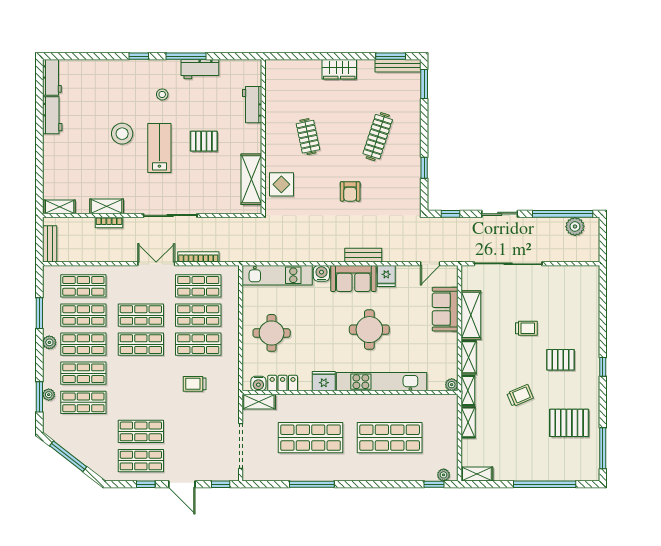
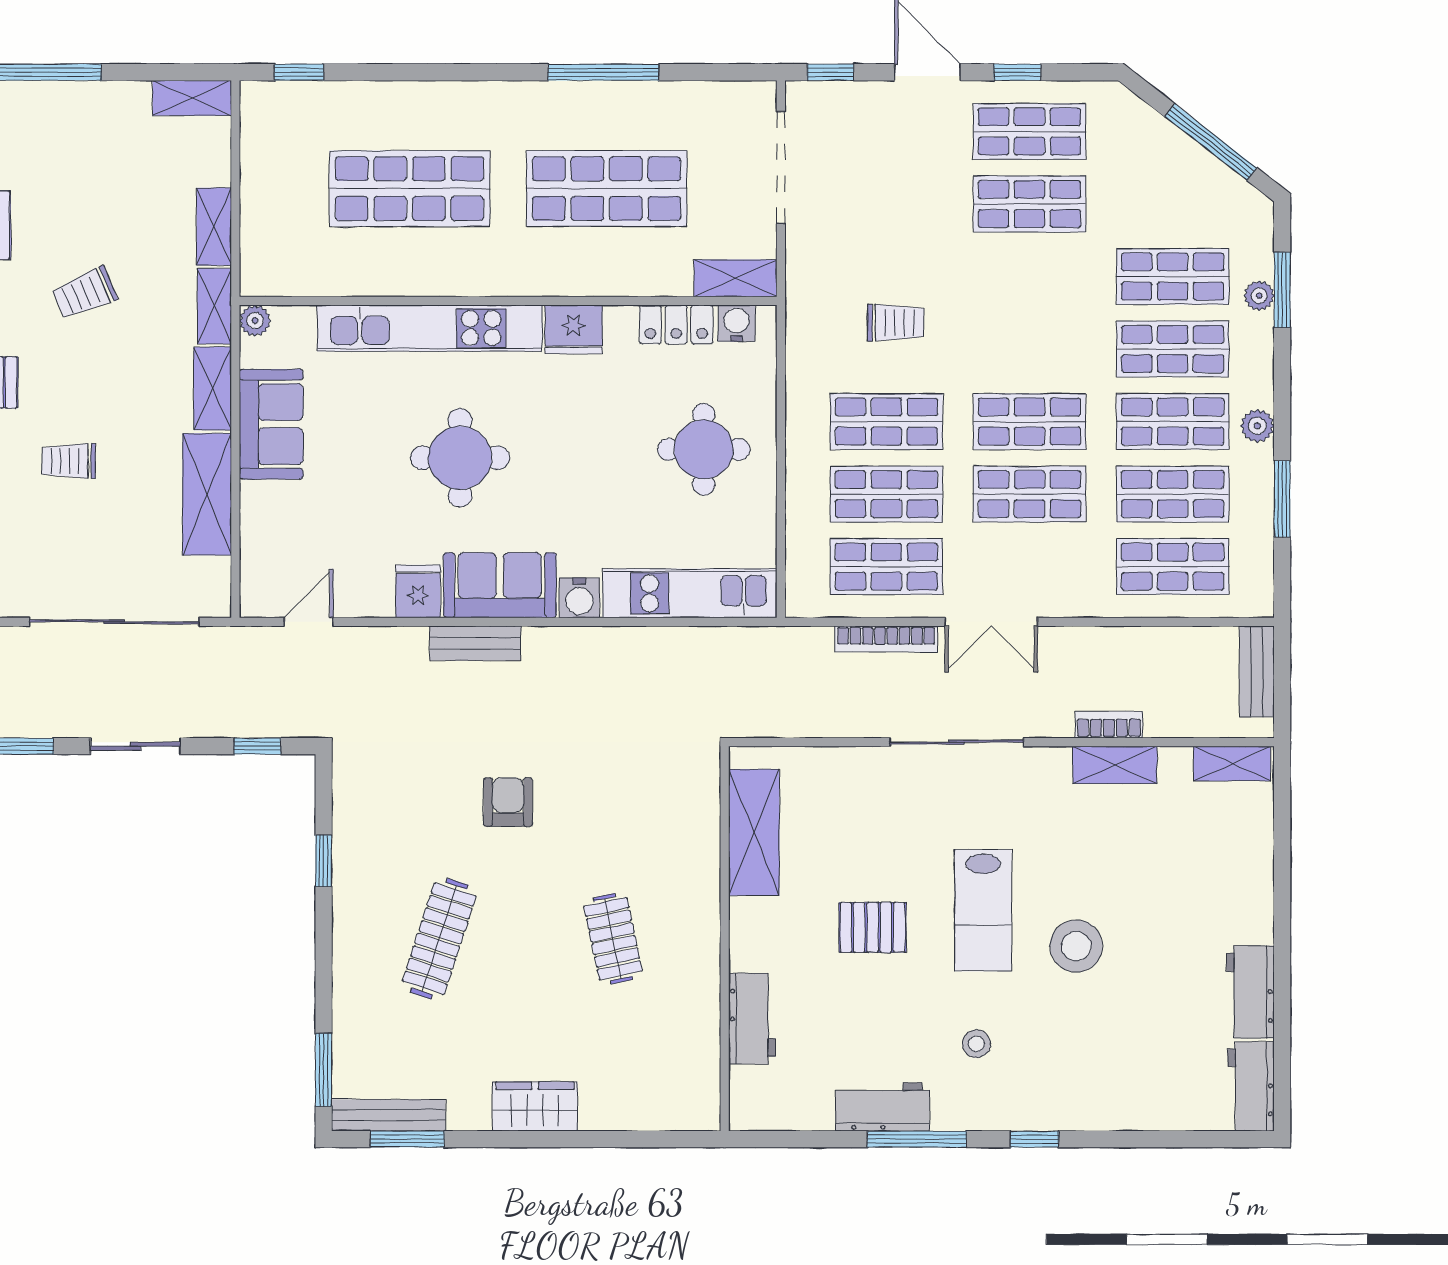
display table: (281, 184) -> (679, 820), removed
sofa: (445, 309) -> (271, 424), moved
plant: (444, 475) -> (275, 96), removed

